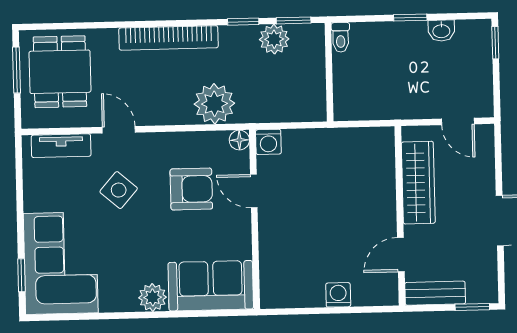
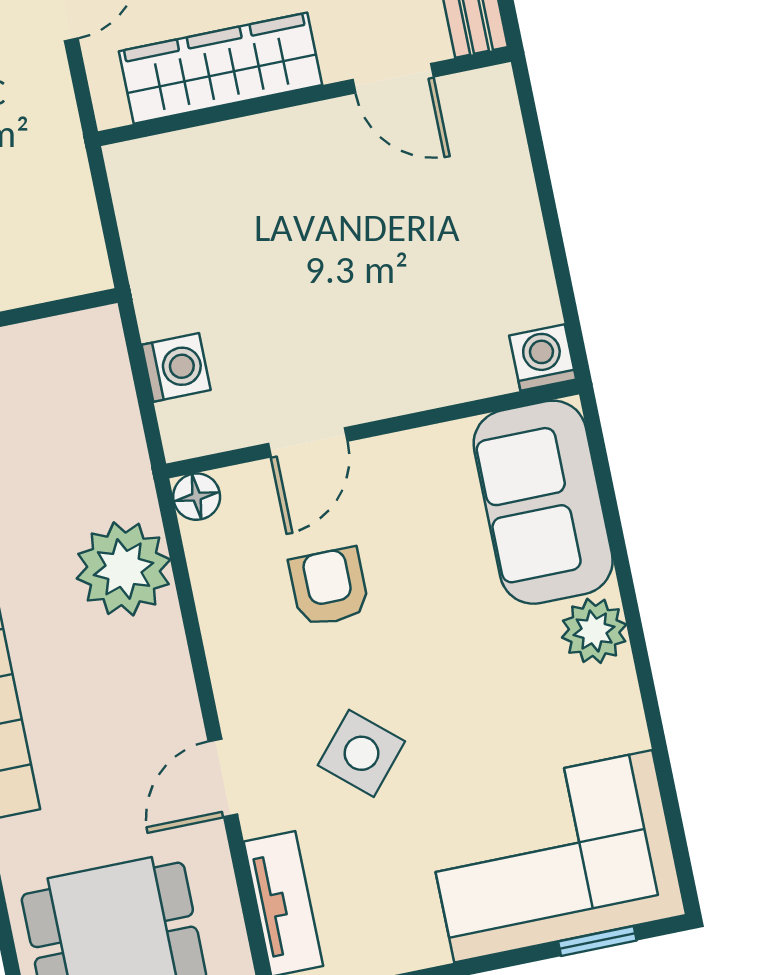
washing machine: (268, 142) -> (176, 367), moved
armchair: (191, 189) -> (329, 587), width x0.72, depth x0.72
washing machine: (338, 295) -> (543, 357), moved, turned 90

